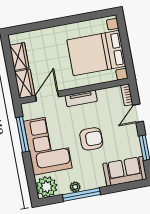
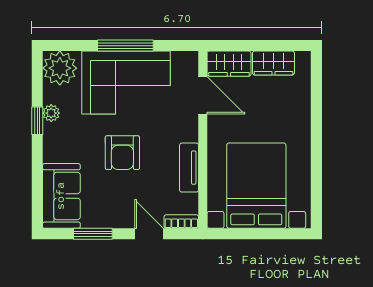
tv unit: (81, 98) -> (189, 168), moved
window: (23, 134) -> (125, 46), moved
window: (81, 195) -> (37, 121), width x0.46

